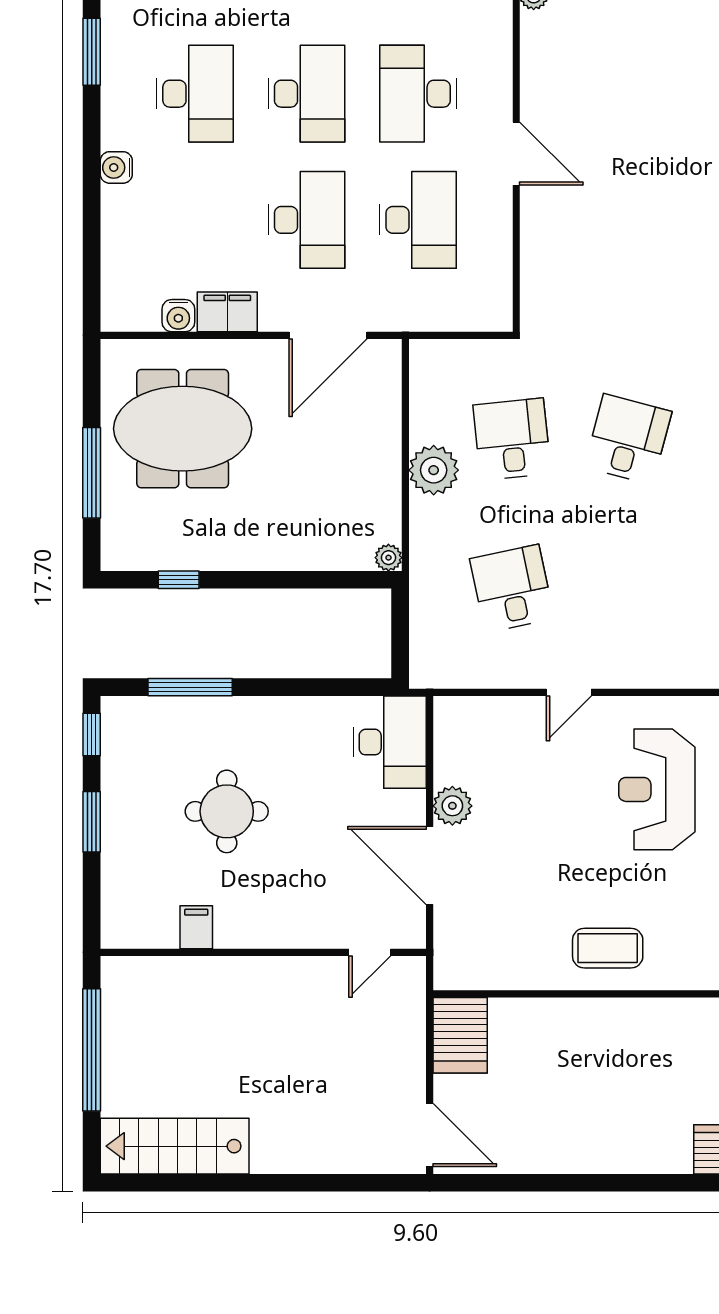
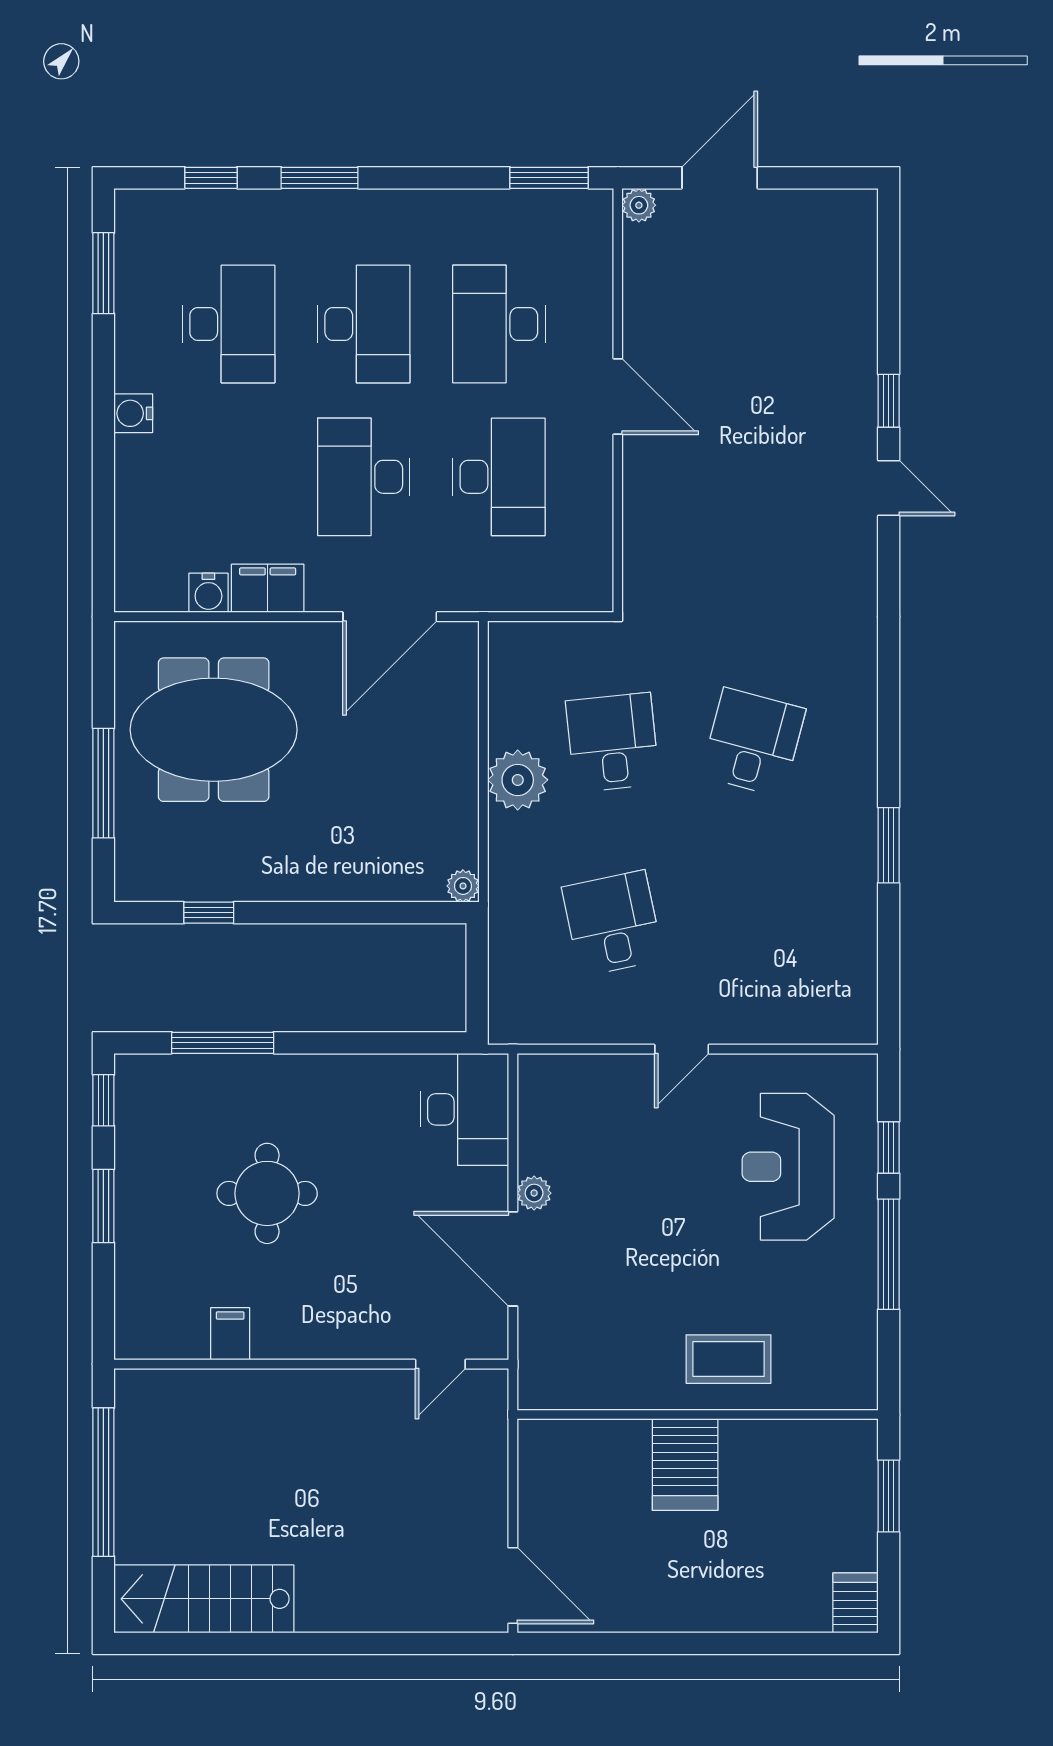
desk: (307, 220) -> (364, 477), turned 180
plant: (452, 806) -> (534, 1193), width x0.73, depth x0.73
server rack: (460, 1035) -> (685, 1465), moved

